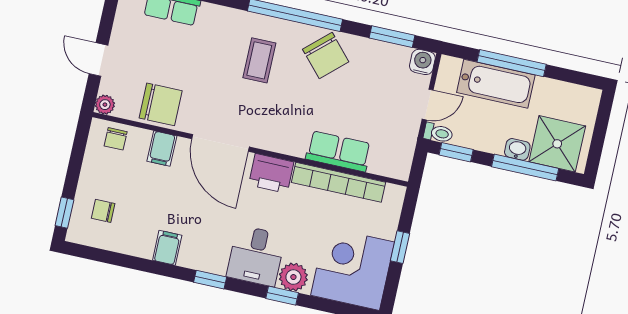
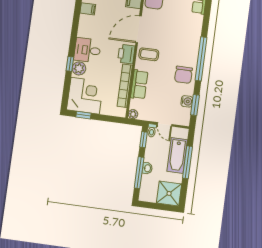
chair: (326, 55) -> (183, 75), turned -48
coffee table: (259, 60) -> (149, 54), moved
water cooler: (422, 62) -> (187, 101), moved
shower: (557, 144) -> (169, 193), moved
plant: (400, 170) -> (133, 114), added
window: (400, 247) -> (83, 115), moved
window: (210, 280) -> (75, 30), removed

